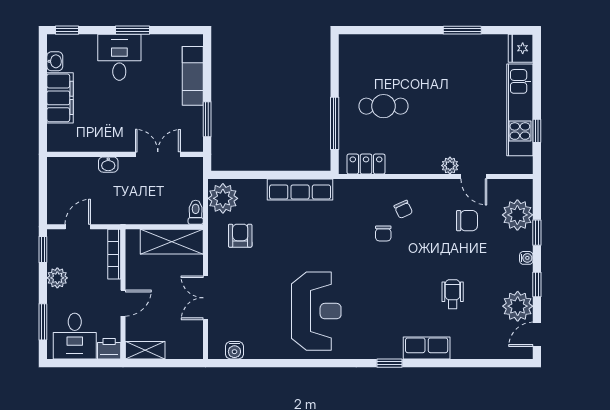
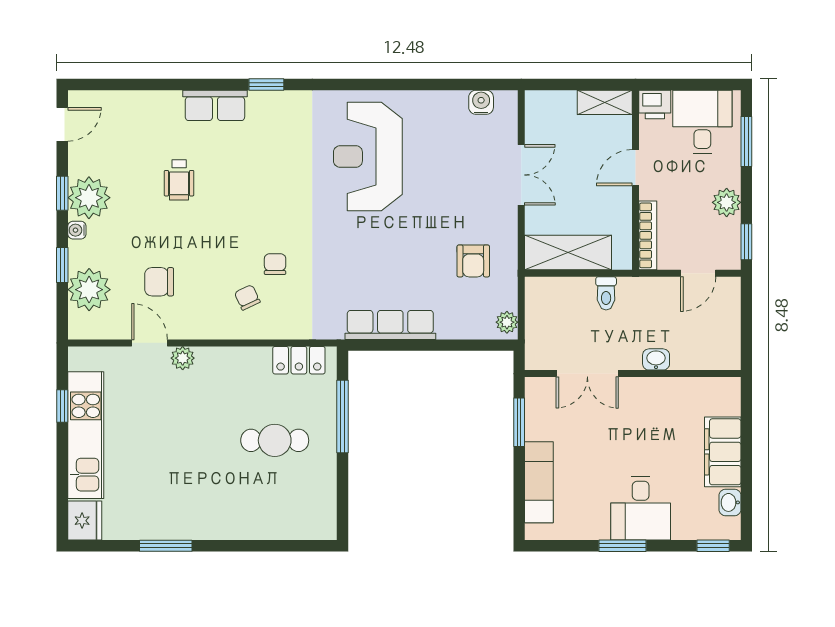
plant: (223, 198) -> (507, 322), width x0.53, depth x0.53
toilet: (196, 212) -> (606, 293), moved
plant: (518, 306) -> (89, 198), moved

